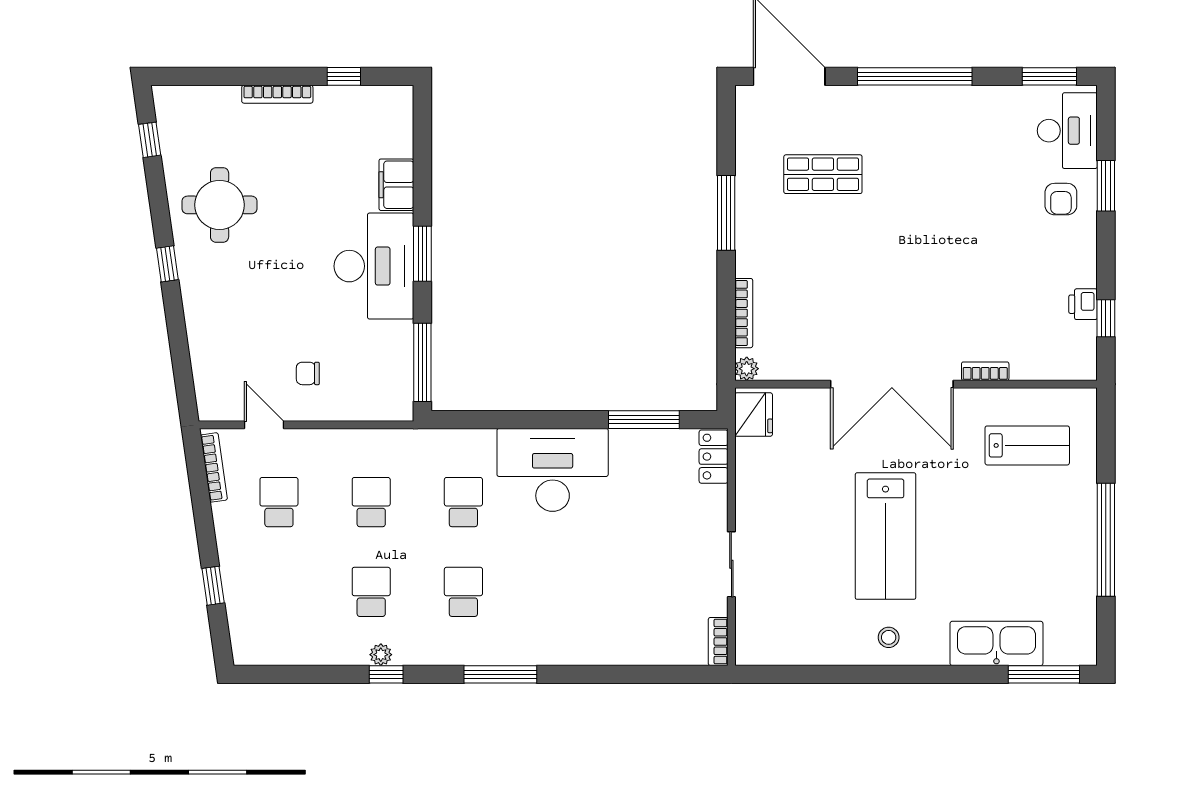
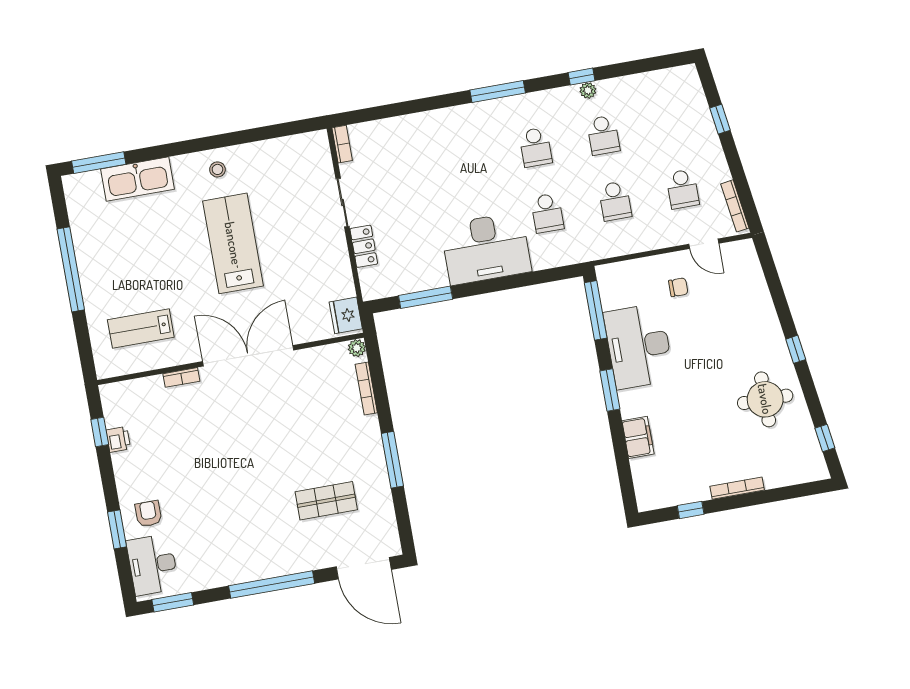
desk: (374, 266) -> (639, 346), moved
locker: (714, 457) -> (364, 246), moved

